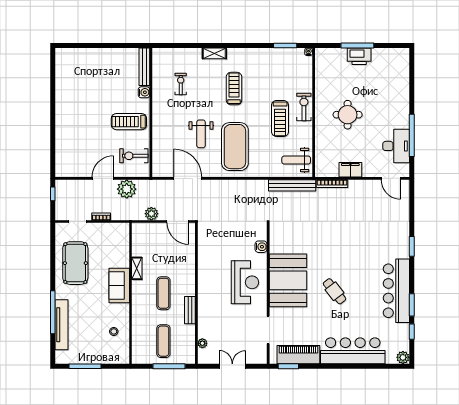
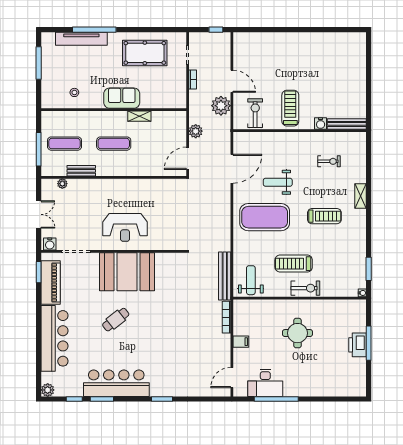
filing cabinet: (350, 170) -> (241, 342), width x0.50
water cooler: (261, 247) -> (50, 244), moved
bench: (190, 310) -> (81, 171), moved

